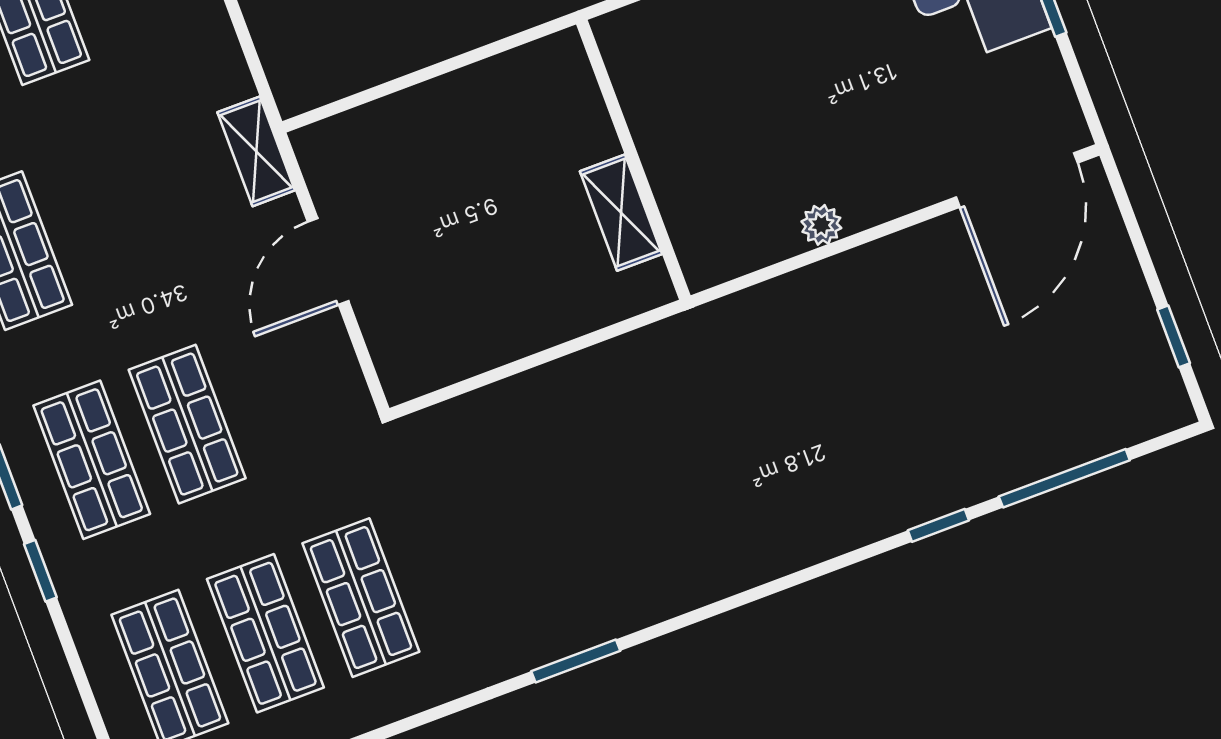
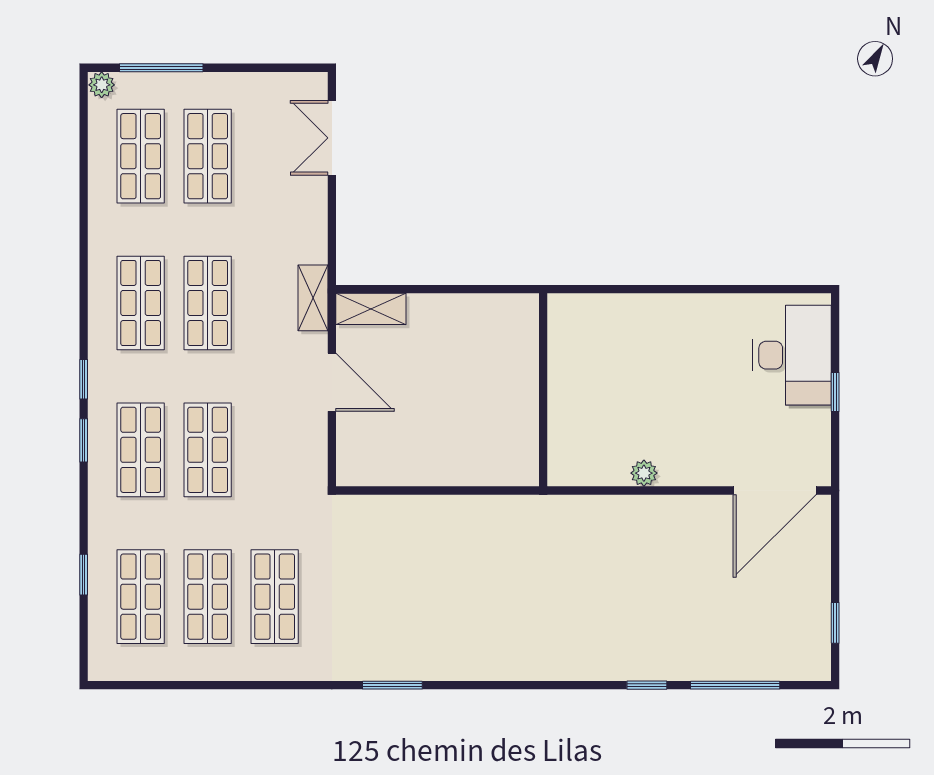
shelving: (621, 213) -> (371, 309), moved, turned 90
shop shelf: (109, 215) -> (208, 303), added
door: (328, 262) -> (332, 382), swing flipped
window: (40, 571) -> (84, 575), moved

